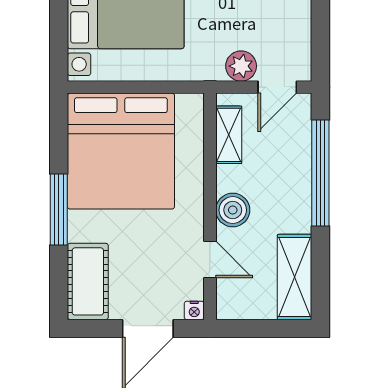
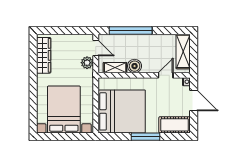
boiler: (233, 210) -> (135, 66), moved
shelving: (295, 277) -> (183, 51), moved, turned 90

